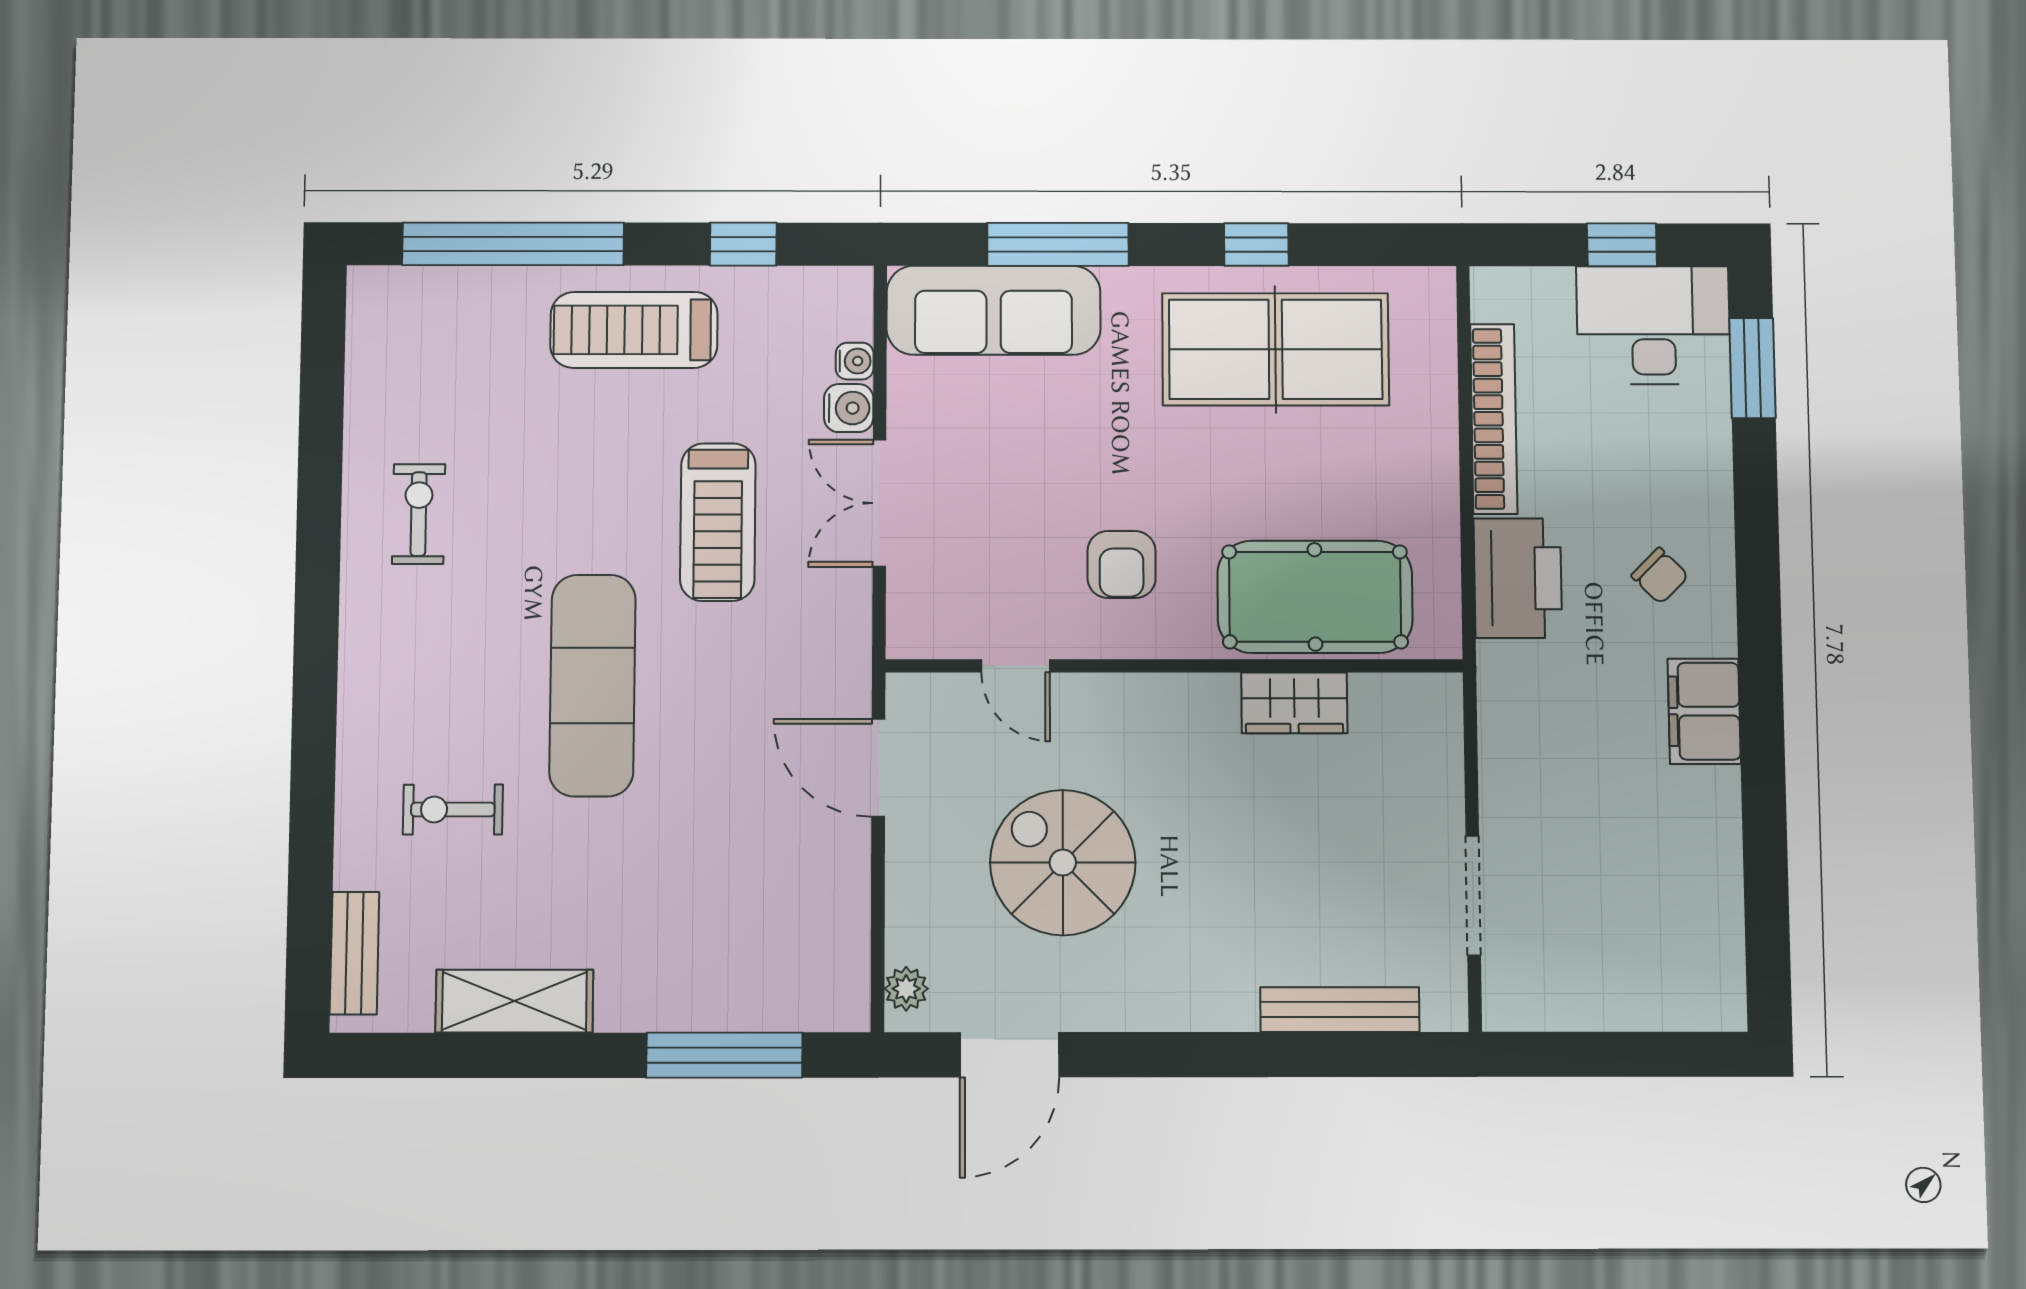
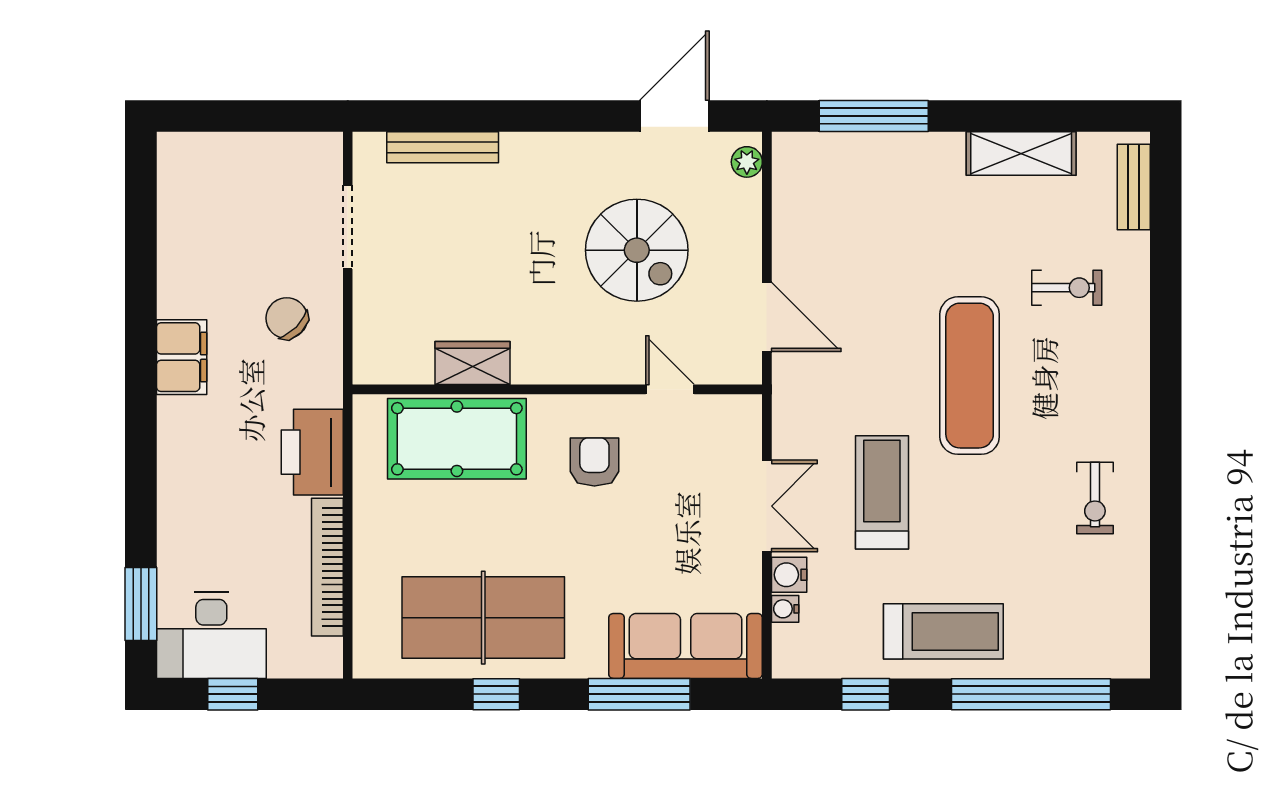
chair: (1660, 576) -> (287, 318), moved, width x1.37, depth x1.37

